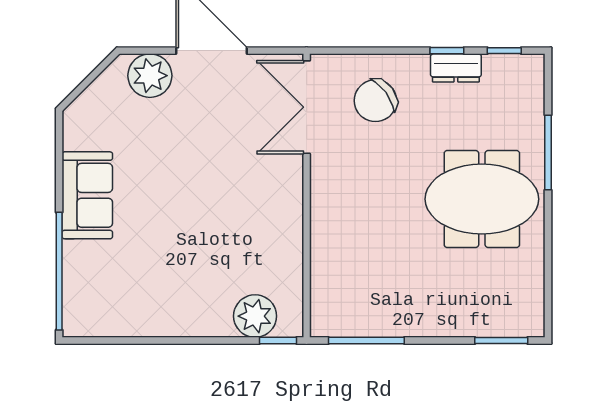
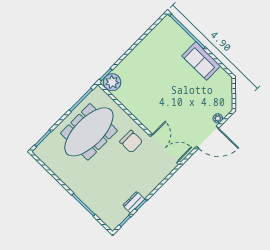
plant: (150, 76) -> (218, 118), width x0.53, depth x0.53
chair: (375, 101) -> (131, 142), moved, turned 126
meeting table: (482, 199) -> (89, 132), moved, width x1.36
plant: (255, 316) -> (112, 82), moved

